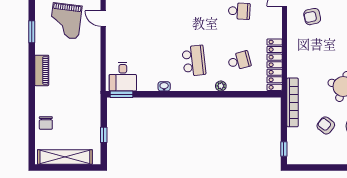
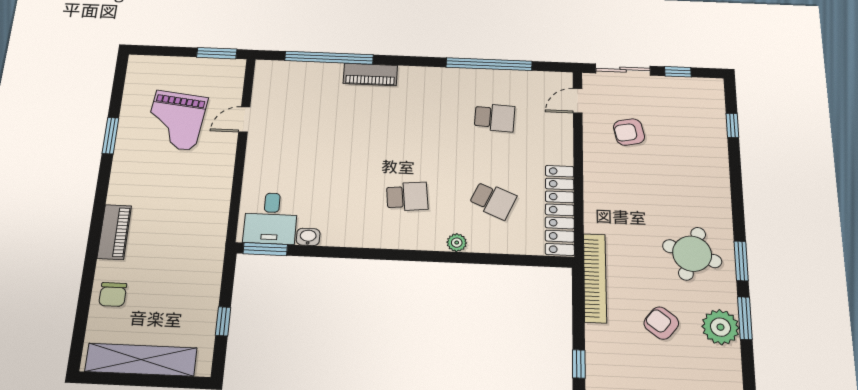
door: (103, 19) -> (244, 119), hinge flipped
school desk: (194, 61) -> (407, 197), width x0.54
school desk: (239, 61) -> (493, 200), turned 39
piano: (42, 70) -> (114, 232), moved
washbasin: (164, 86) -> (308, 237), moved

